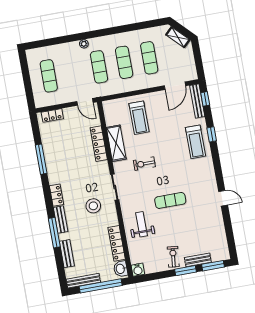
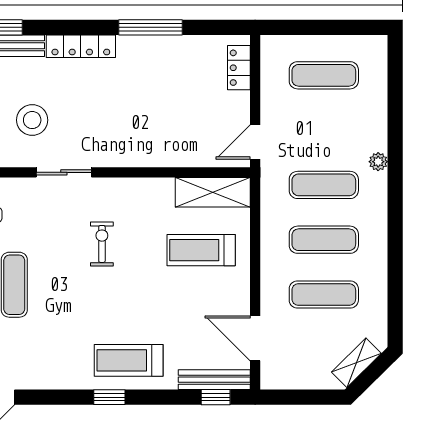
window: (212, 134) -> (109, 397), moved
shelving: (116, 143) -> (213, 192), moved
locker: (99, 144) -> (162, 155), removed
locker: (56, 195) -> (81, 46), width x1.53

